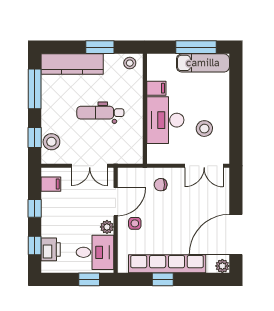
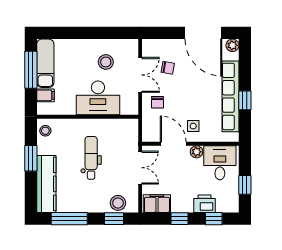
filing cabinet: (156, 88) -> (46, 95), moved, turned 90
dental chair: (100, 113) -> (91, 158), turned 180
double door: (204, 166) -> (140, 75), moved
filing cabinet: (51, 184) -> (157, 204), width x2.00
chair: (198, 196) -> (168, 68), added
printer: (51, 249) -> (205, 204), moved
window: (89, 279) -> (245, 185), moved

